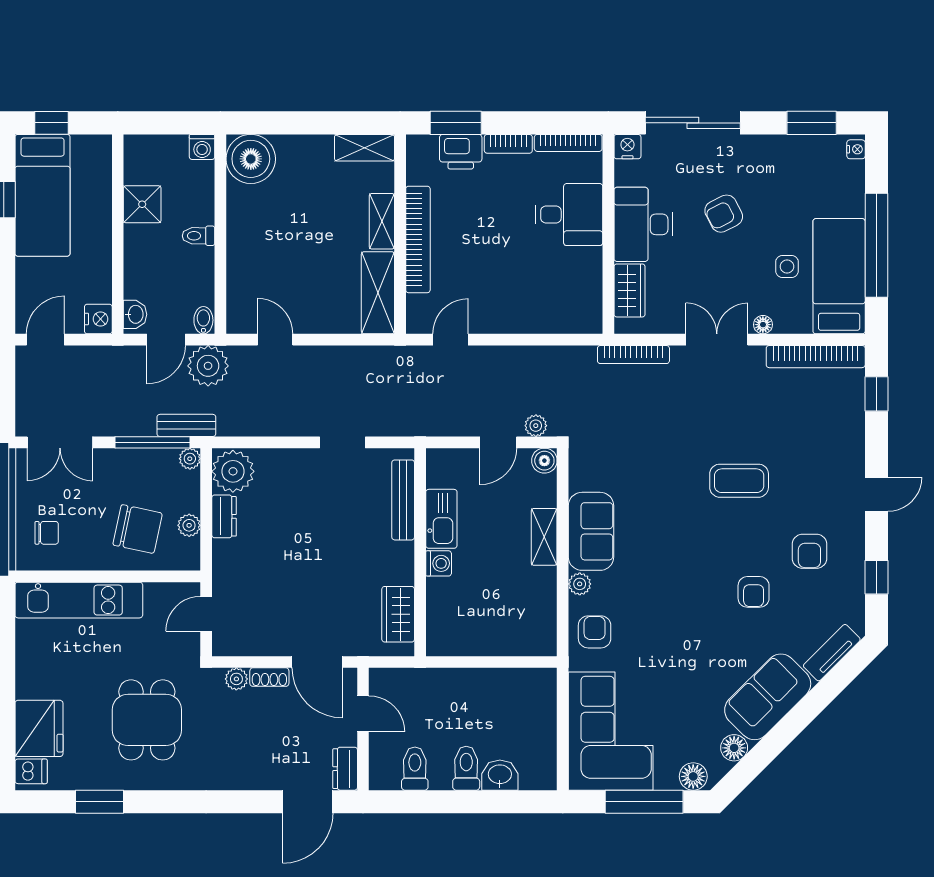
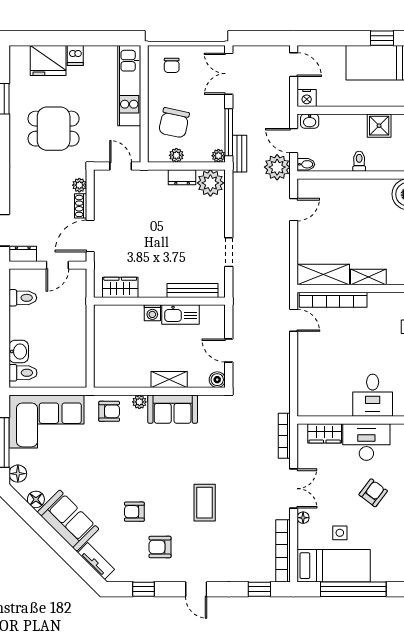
armchair: (724, 214) -> (373, 493), turned 64
bookcase: (418, 239) -> (333, 300), moved
plant: (536, 426) -> (239, 374), removed
toilet: (466, 768) -> (23, 373), moved
dishwasher: (31, 771) -> (75, 56), moved

